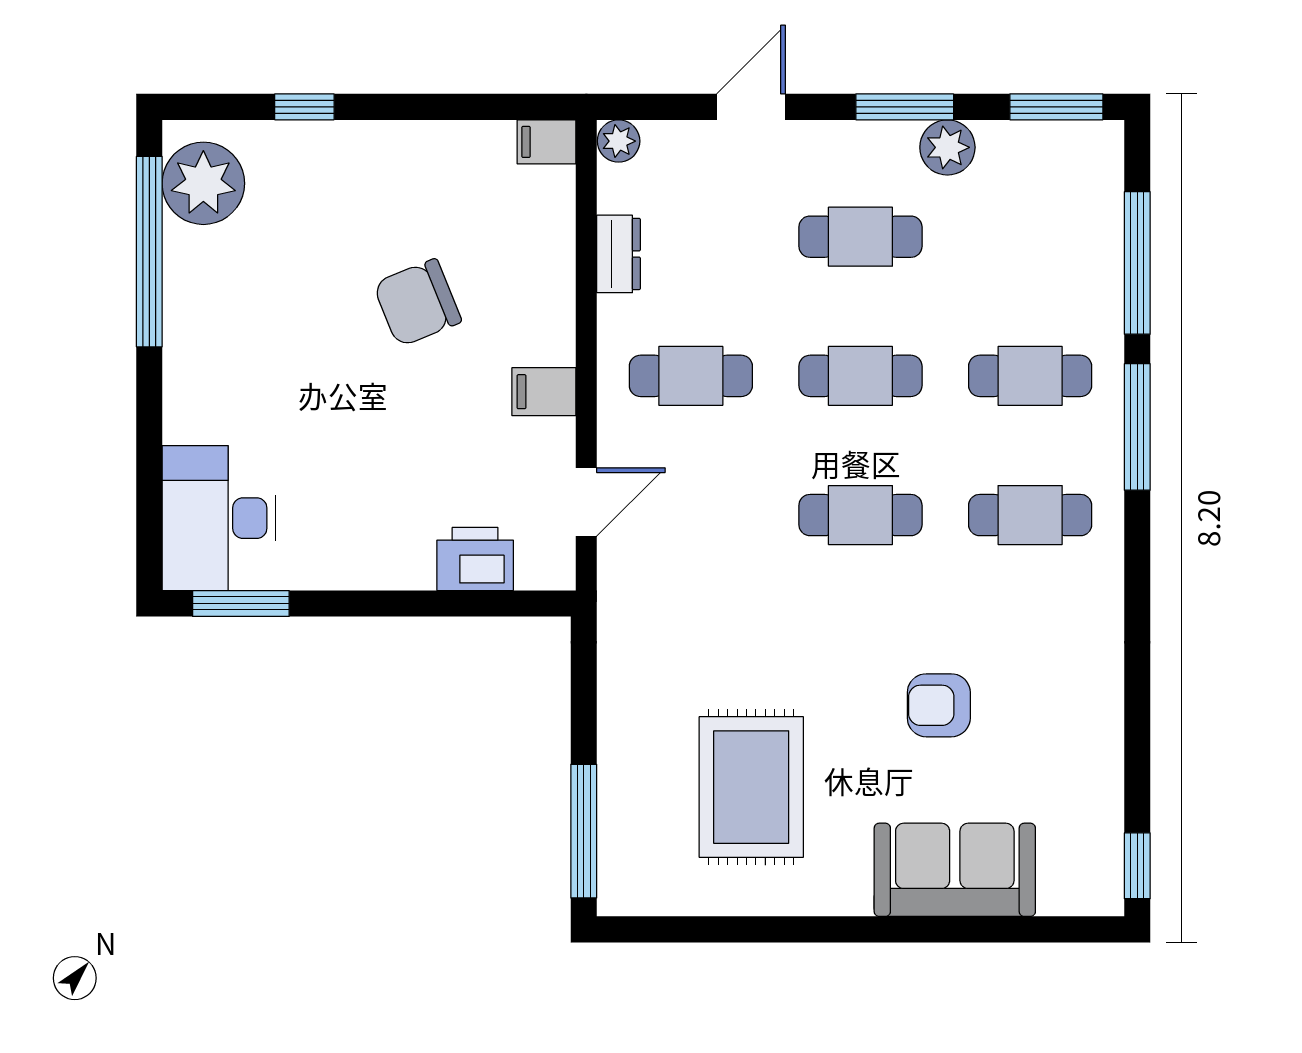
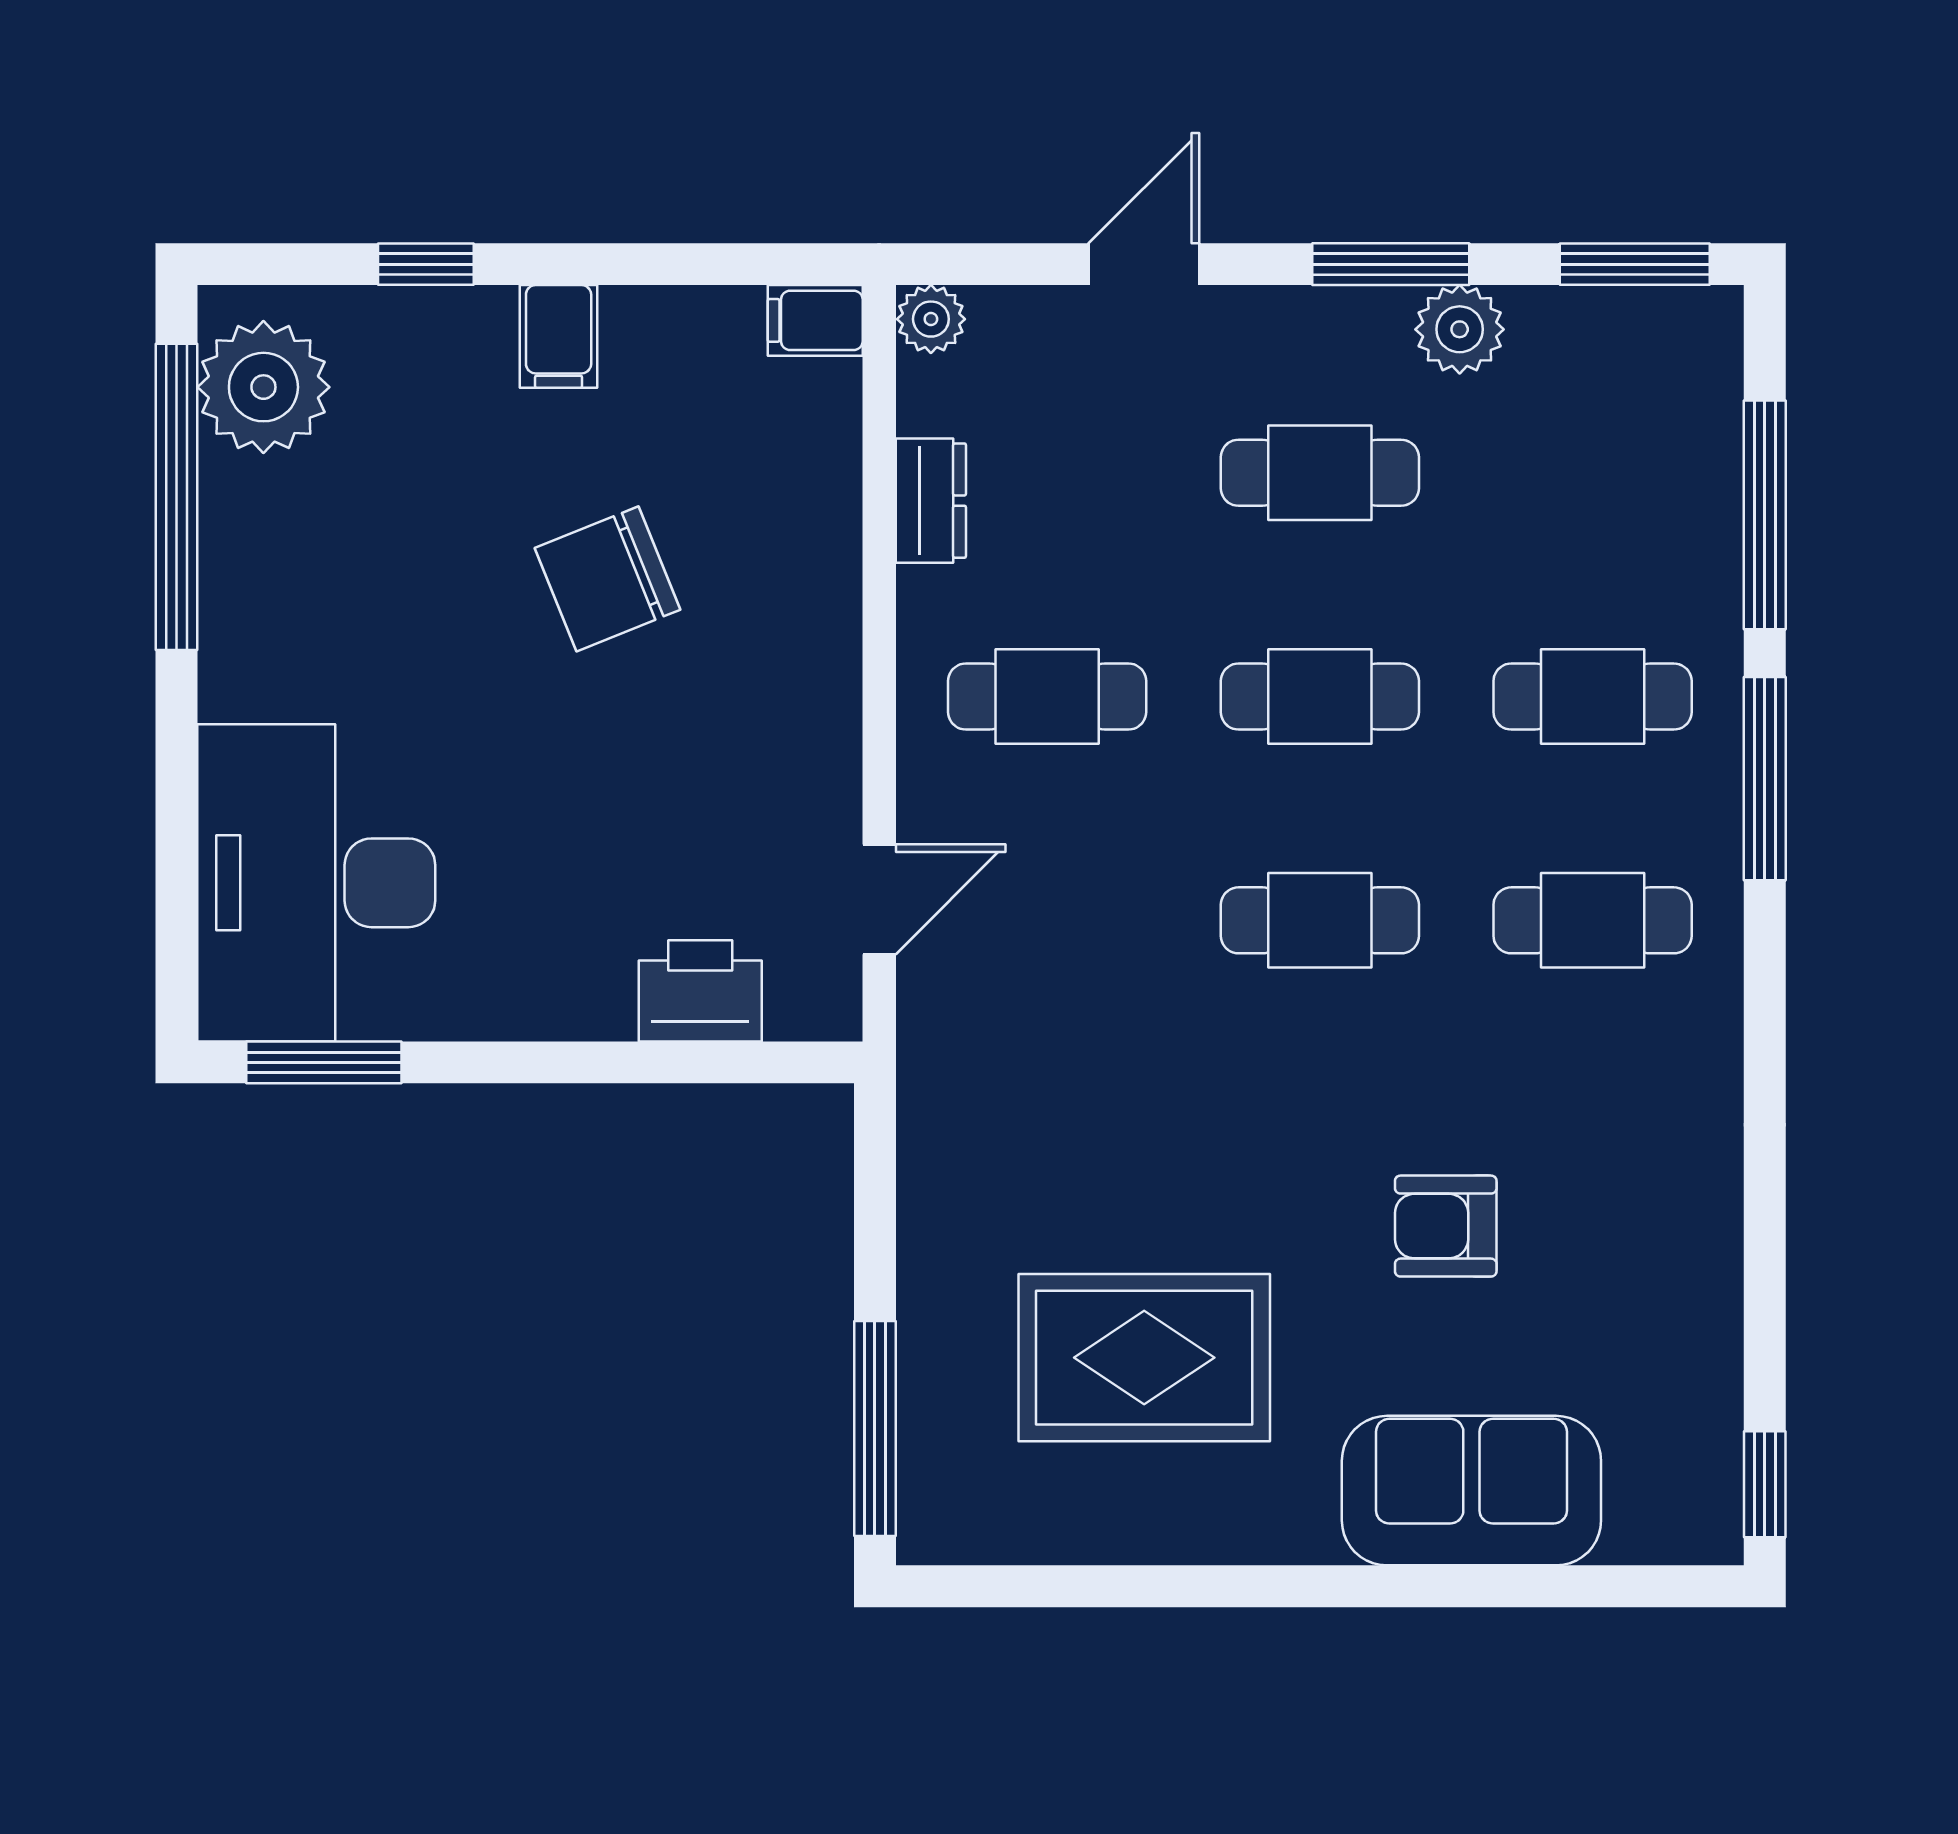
filing cabinet: (544, 392) -> (559, 336), moved, turned -90
desk: (219, 518) -> (316, 883), width x1.36, depth x1.30
rug: (751, 787) -> (1144, 1358), turned 90

